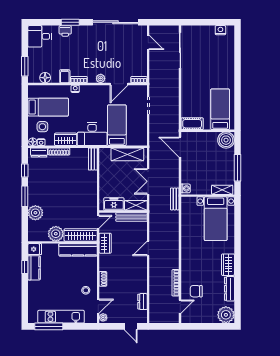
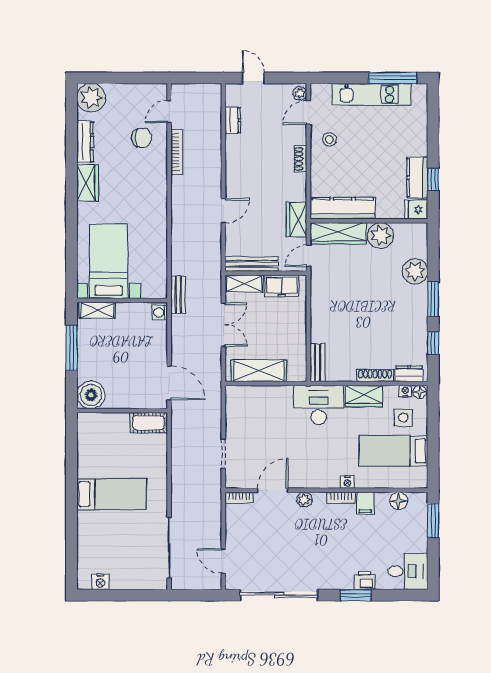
bed: (220, 109) -> (112, 494), moved, turned -90
bed: (117, 125) -> (277, 420), removed

